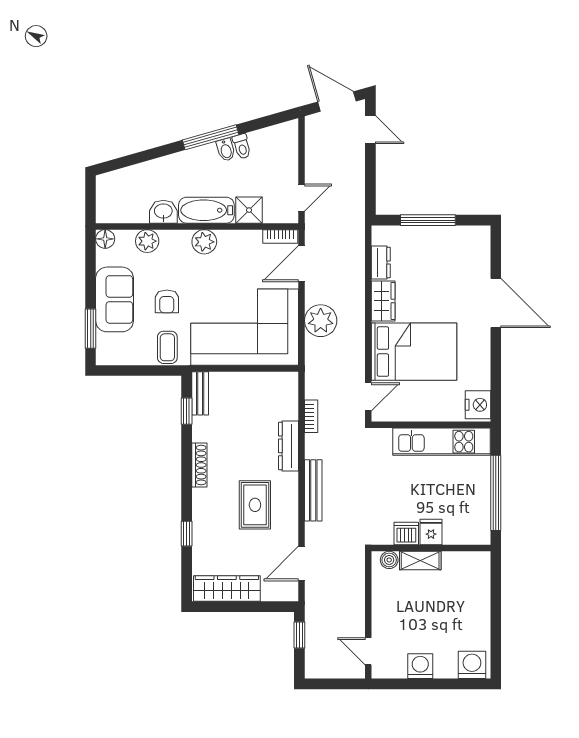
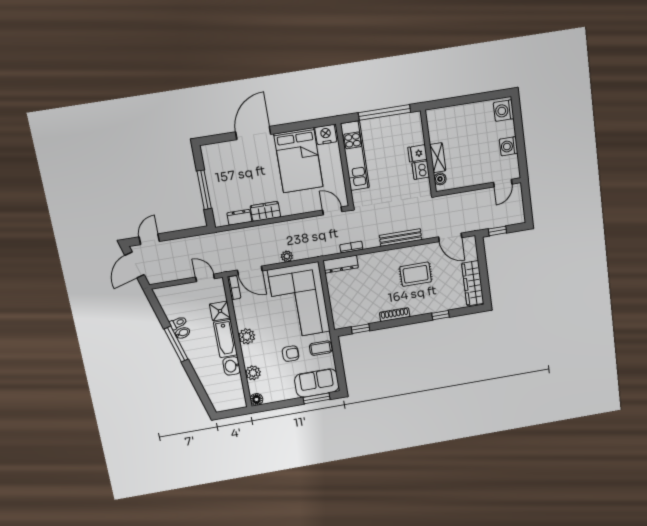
sofa: (115, 299) -> (317, 383), moved
plant: (321, 321) -> (287, 256), width x0.53, depth x0.53
bed: (414, 352) -> (299, 160), moved, turned 180
bench: (200, 393) -> (348, 322), removed
dresser: (288, 446) -> (341, 264), moved

